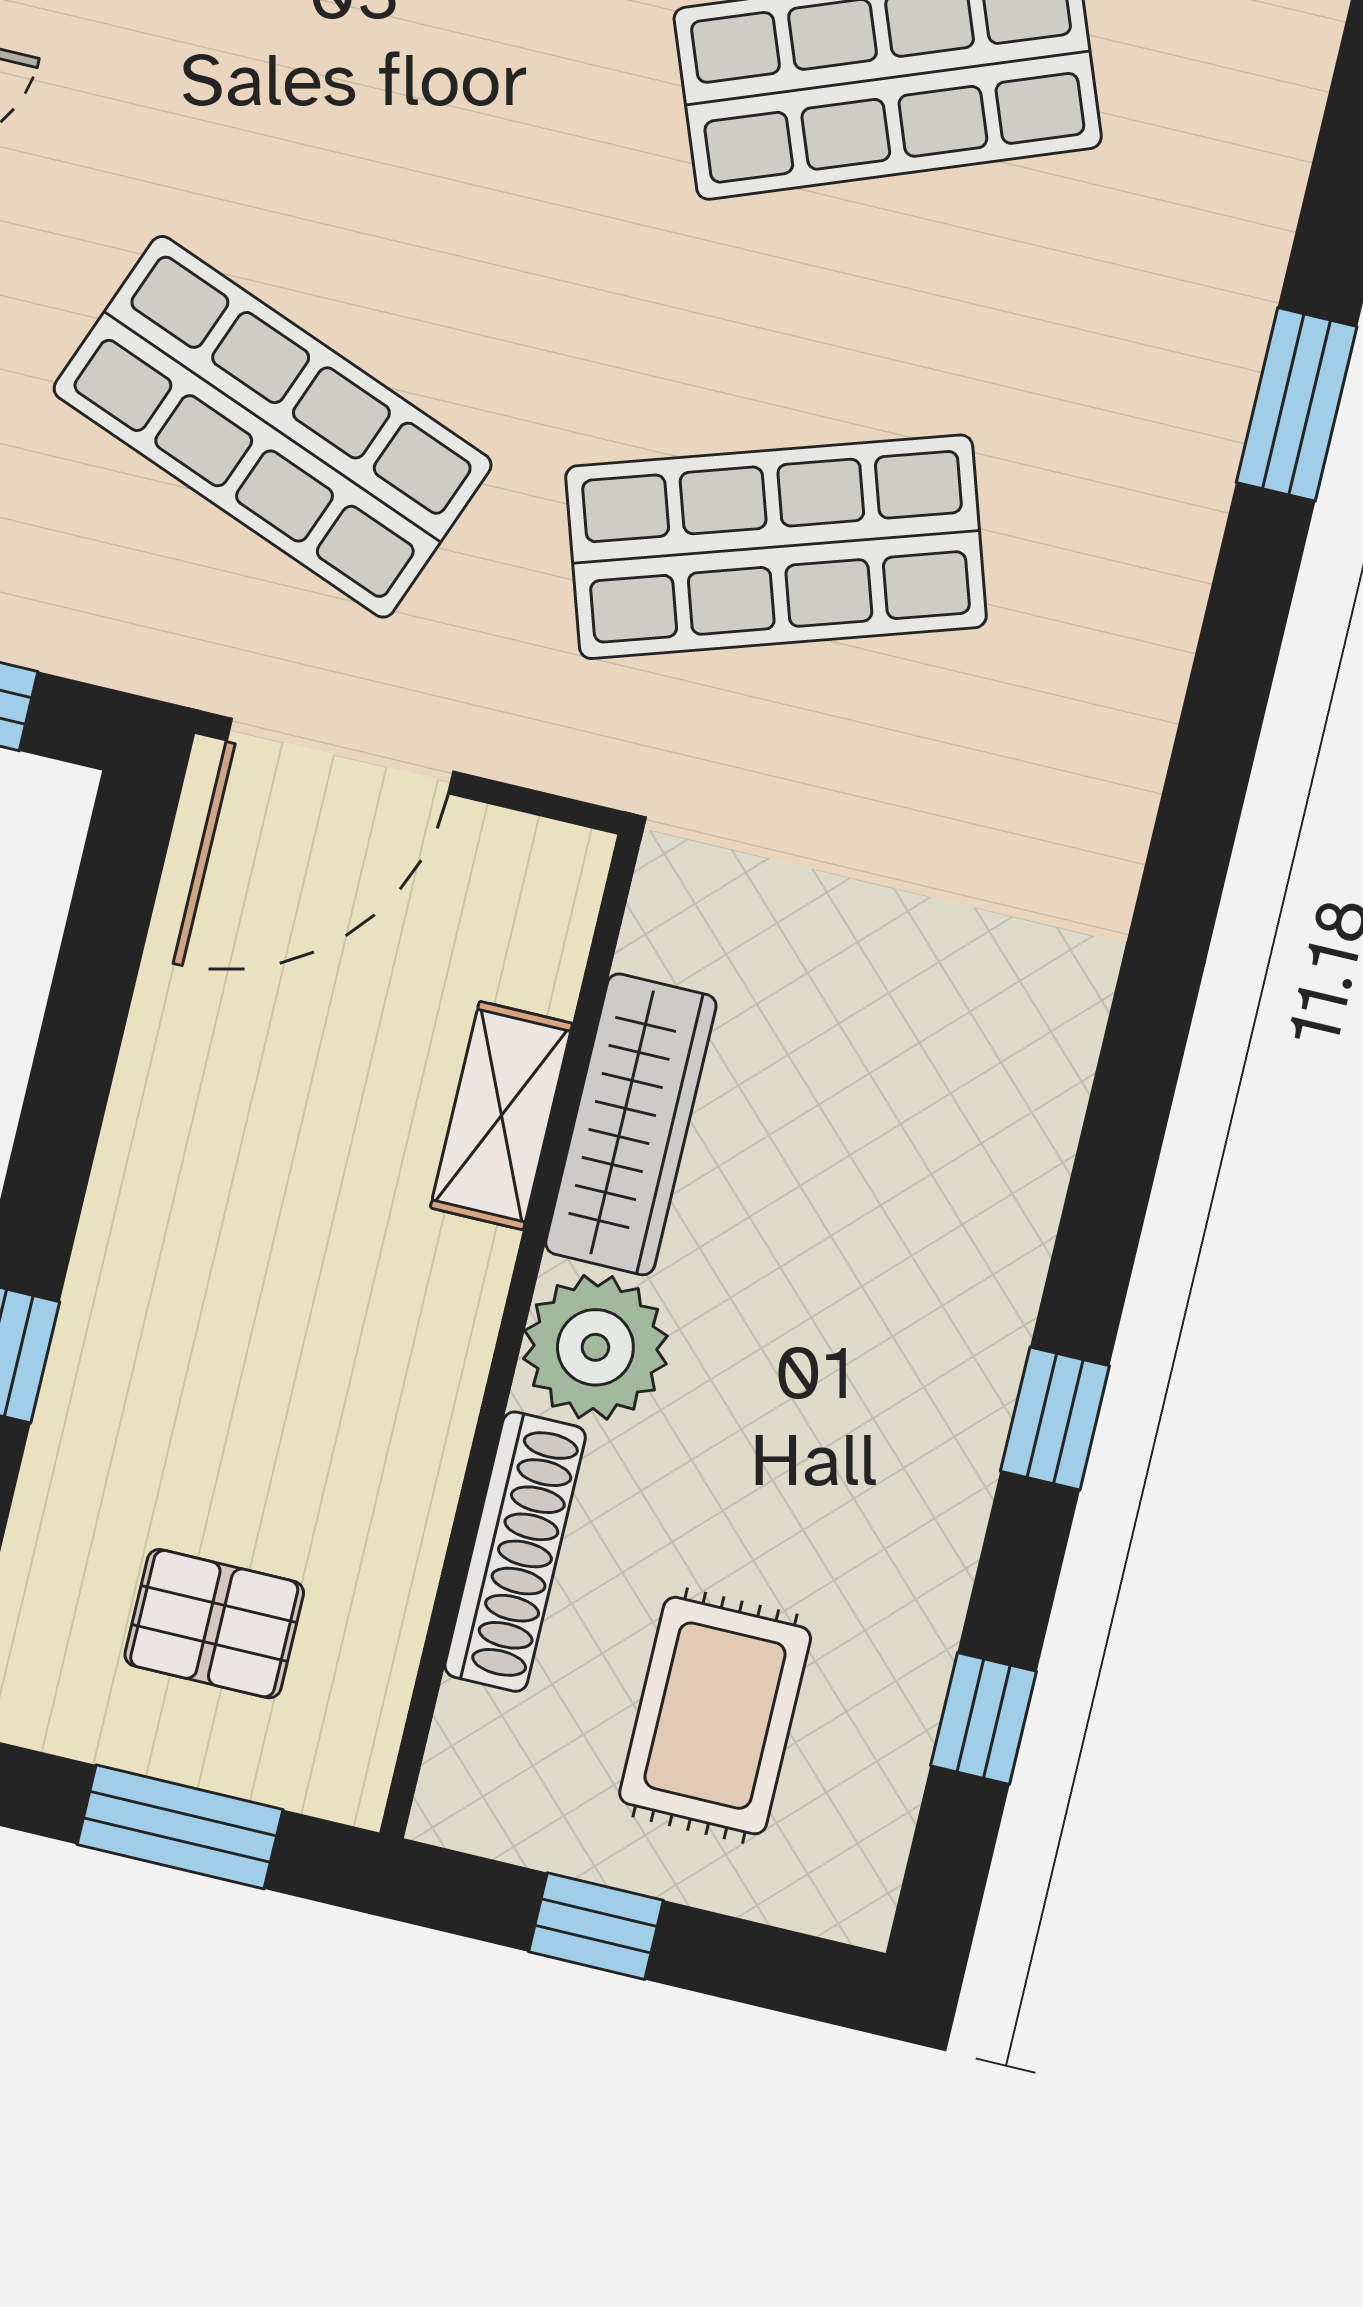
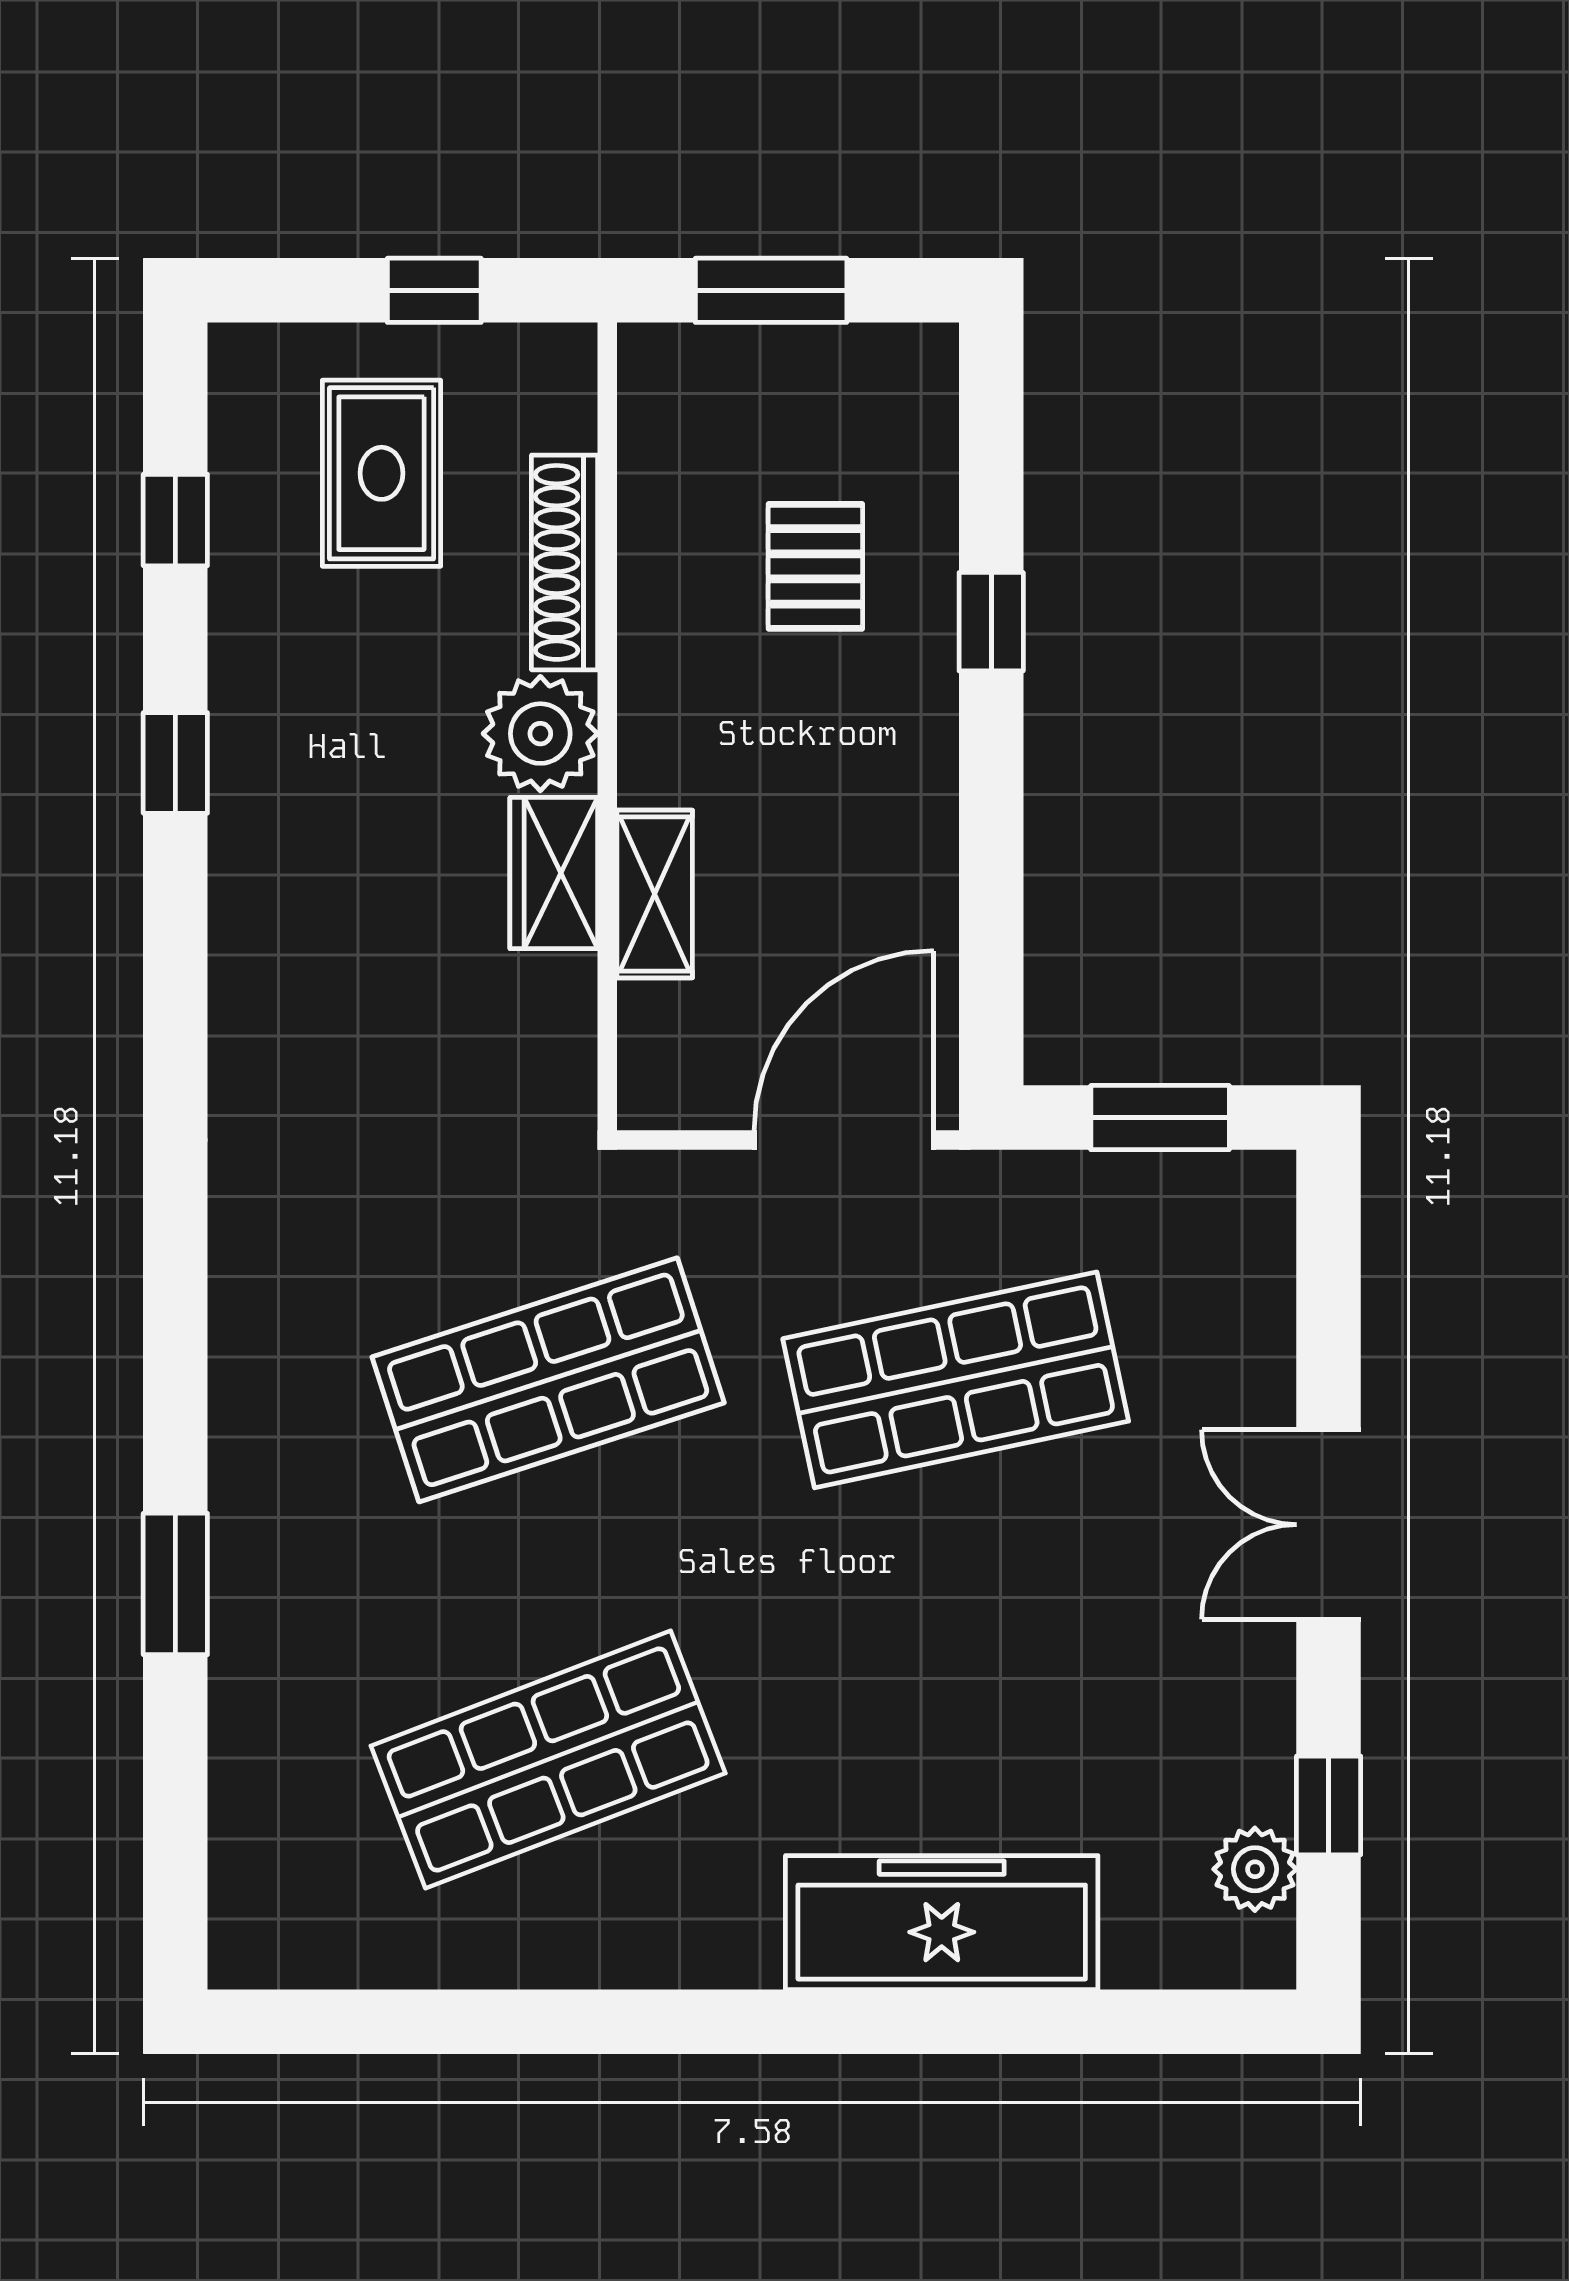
shop shelf: (273, 427) -> (956, 1380), turned -33
wardrobe: (631, 1124) -> (554, 873), width x0.67
pallet: (214, 1624) -> (815, 566), moved, turned 90

